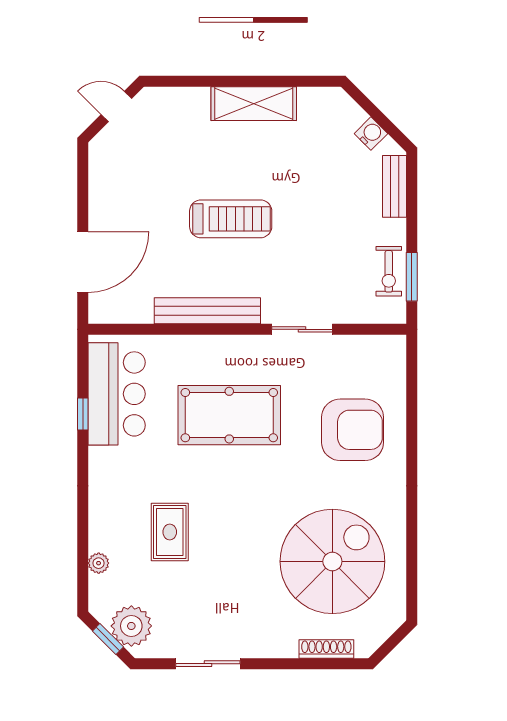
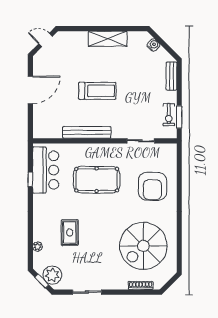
water cooler: (371, 134) -> (153, 45), moved
door: (83, 262) -> (30, 90), moved
sliding door: (302, 329) -> (141, 141), moved
armchair: (353, 430) -> (152, 186), turned 90
spiral stairs: (332, 561) -> (143, 246), turned 180

